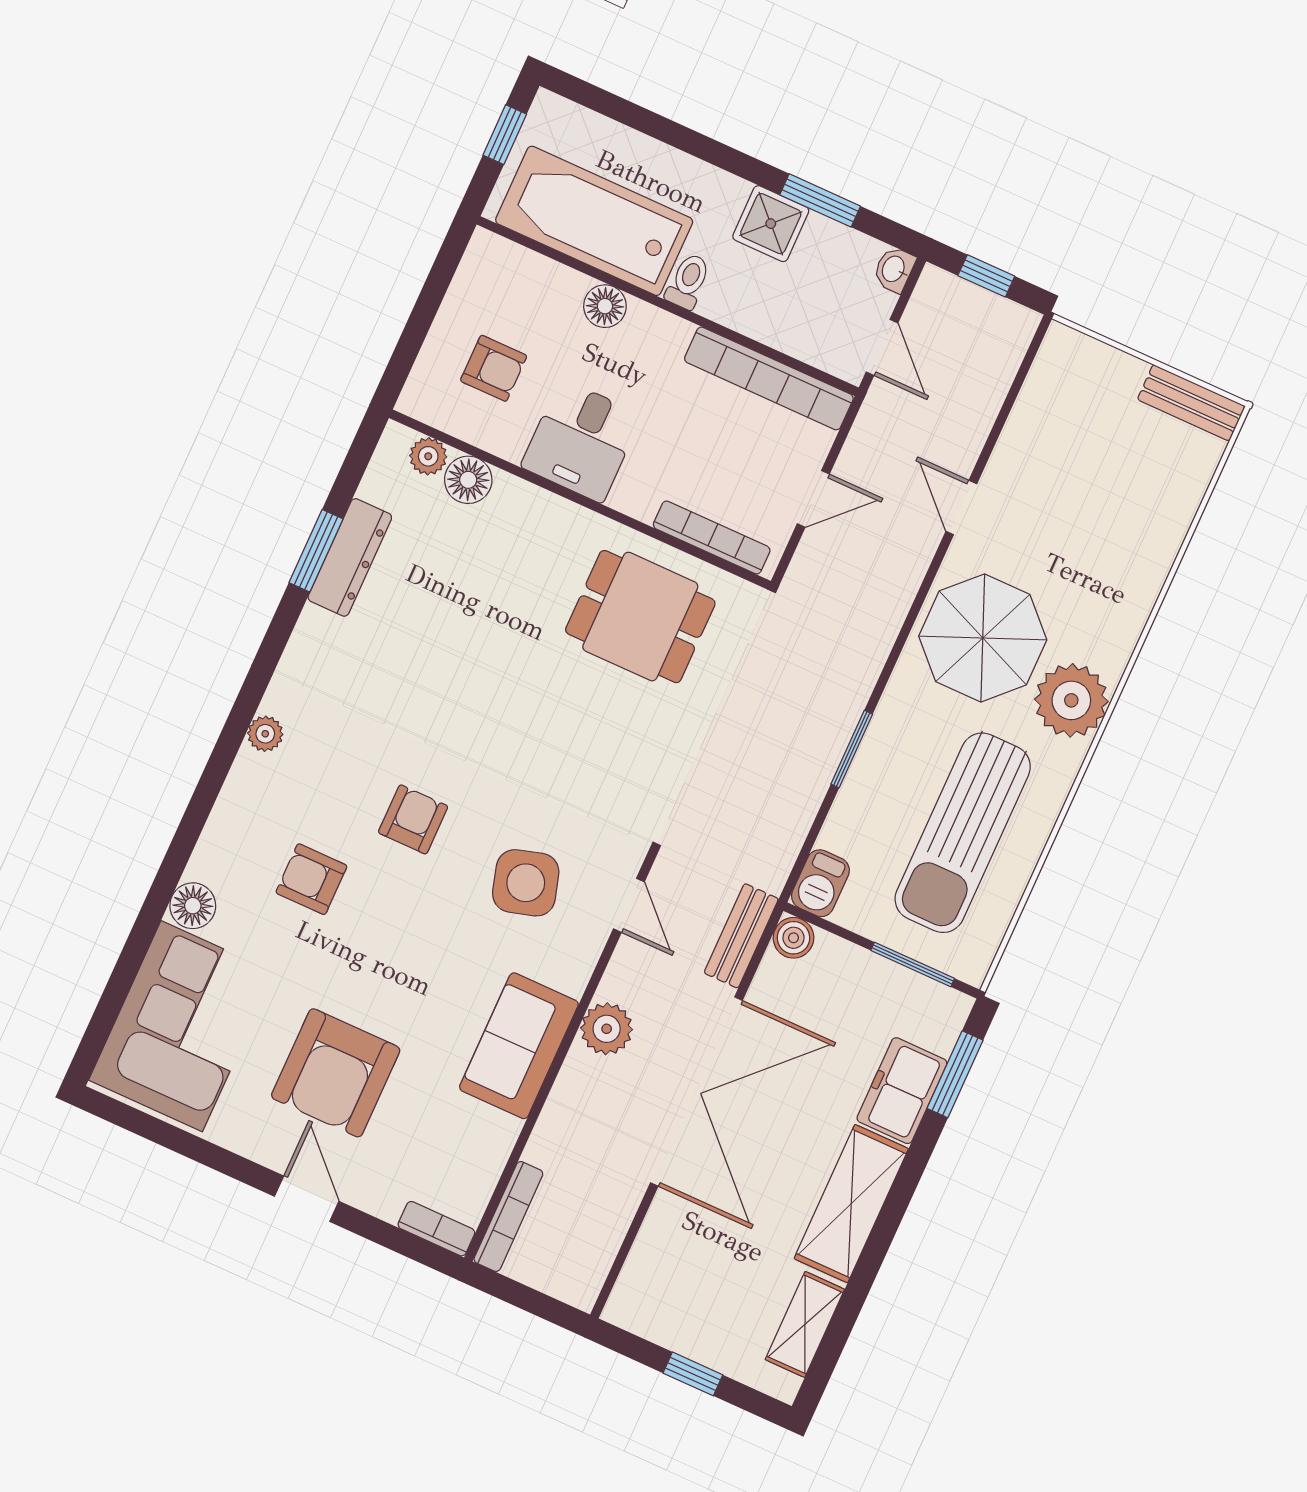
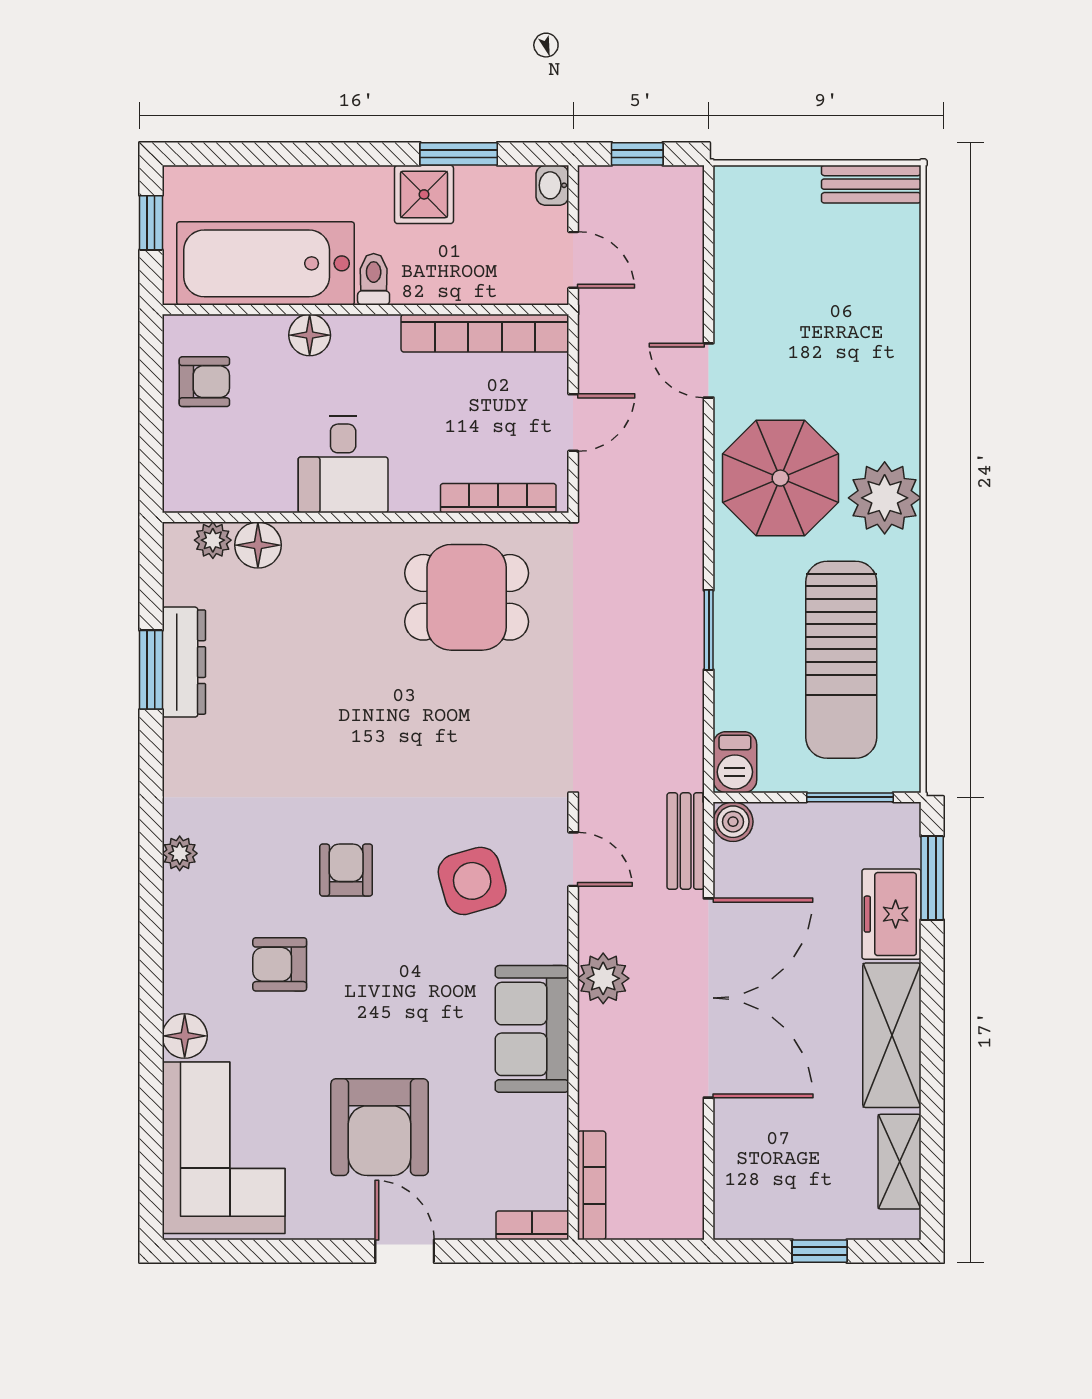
armchair: (494, 368) -> (204, 382), moved

